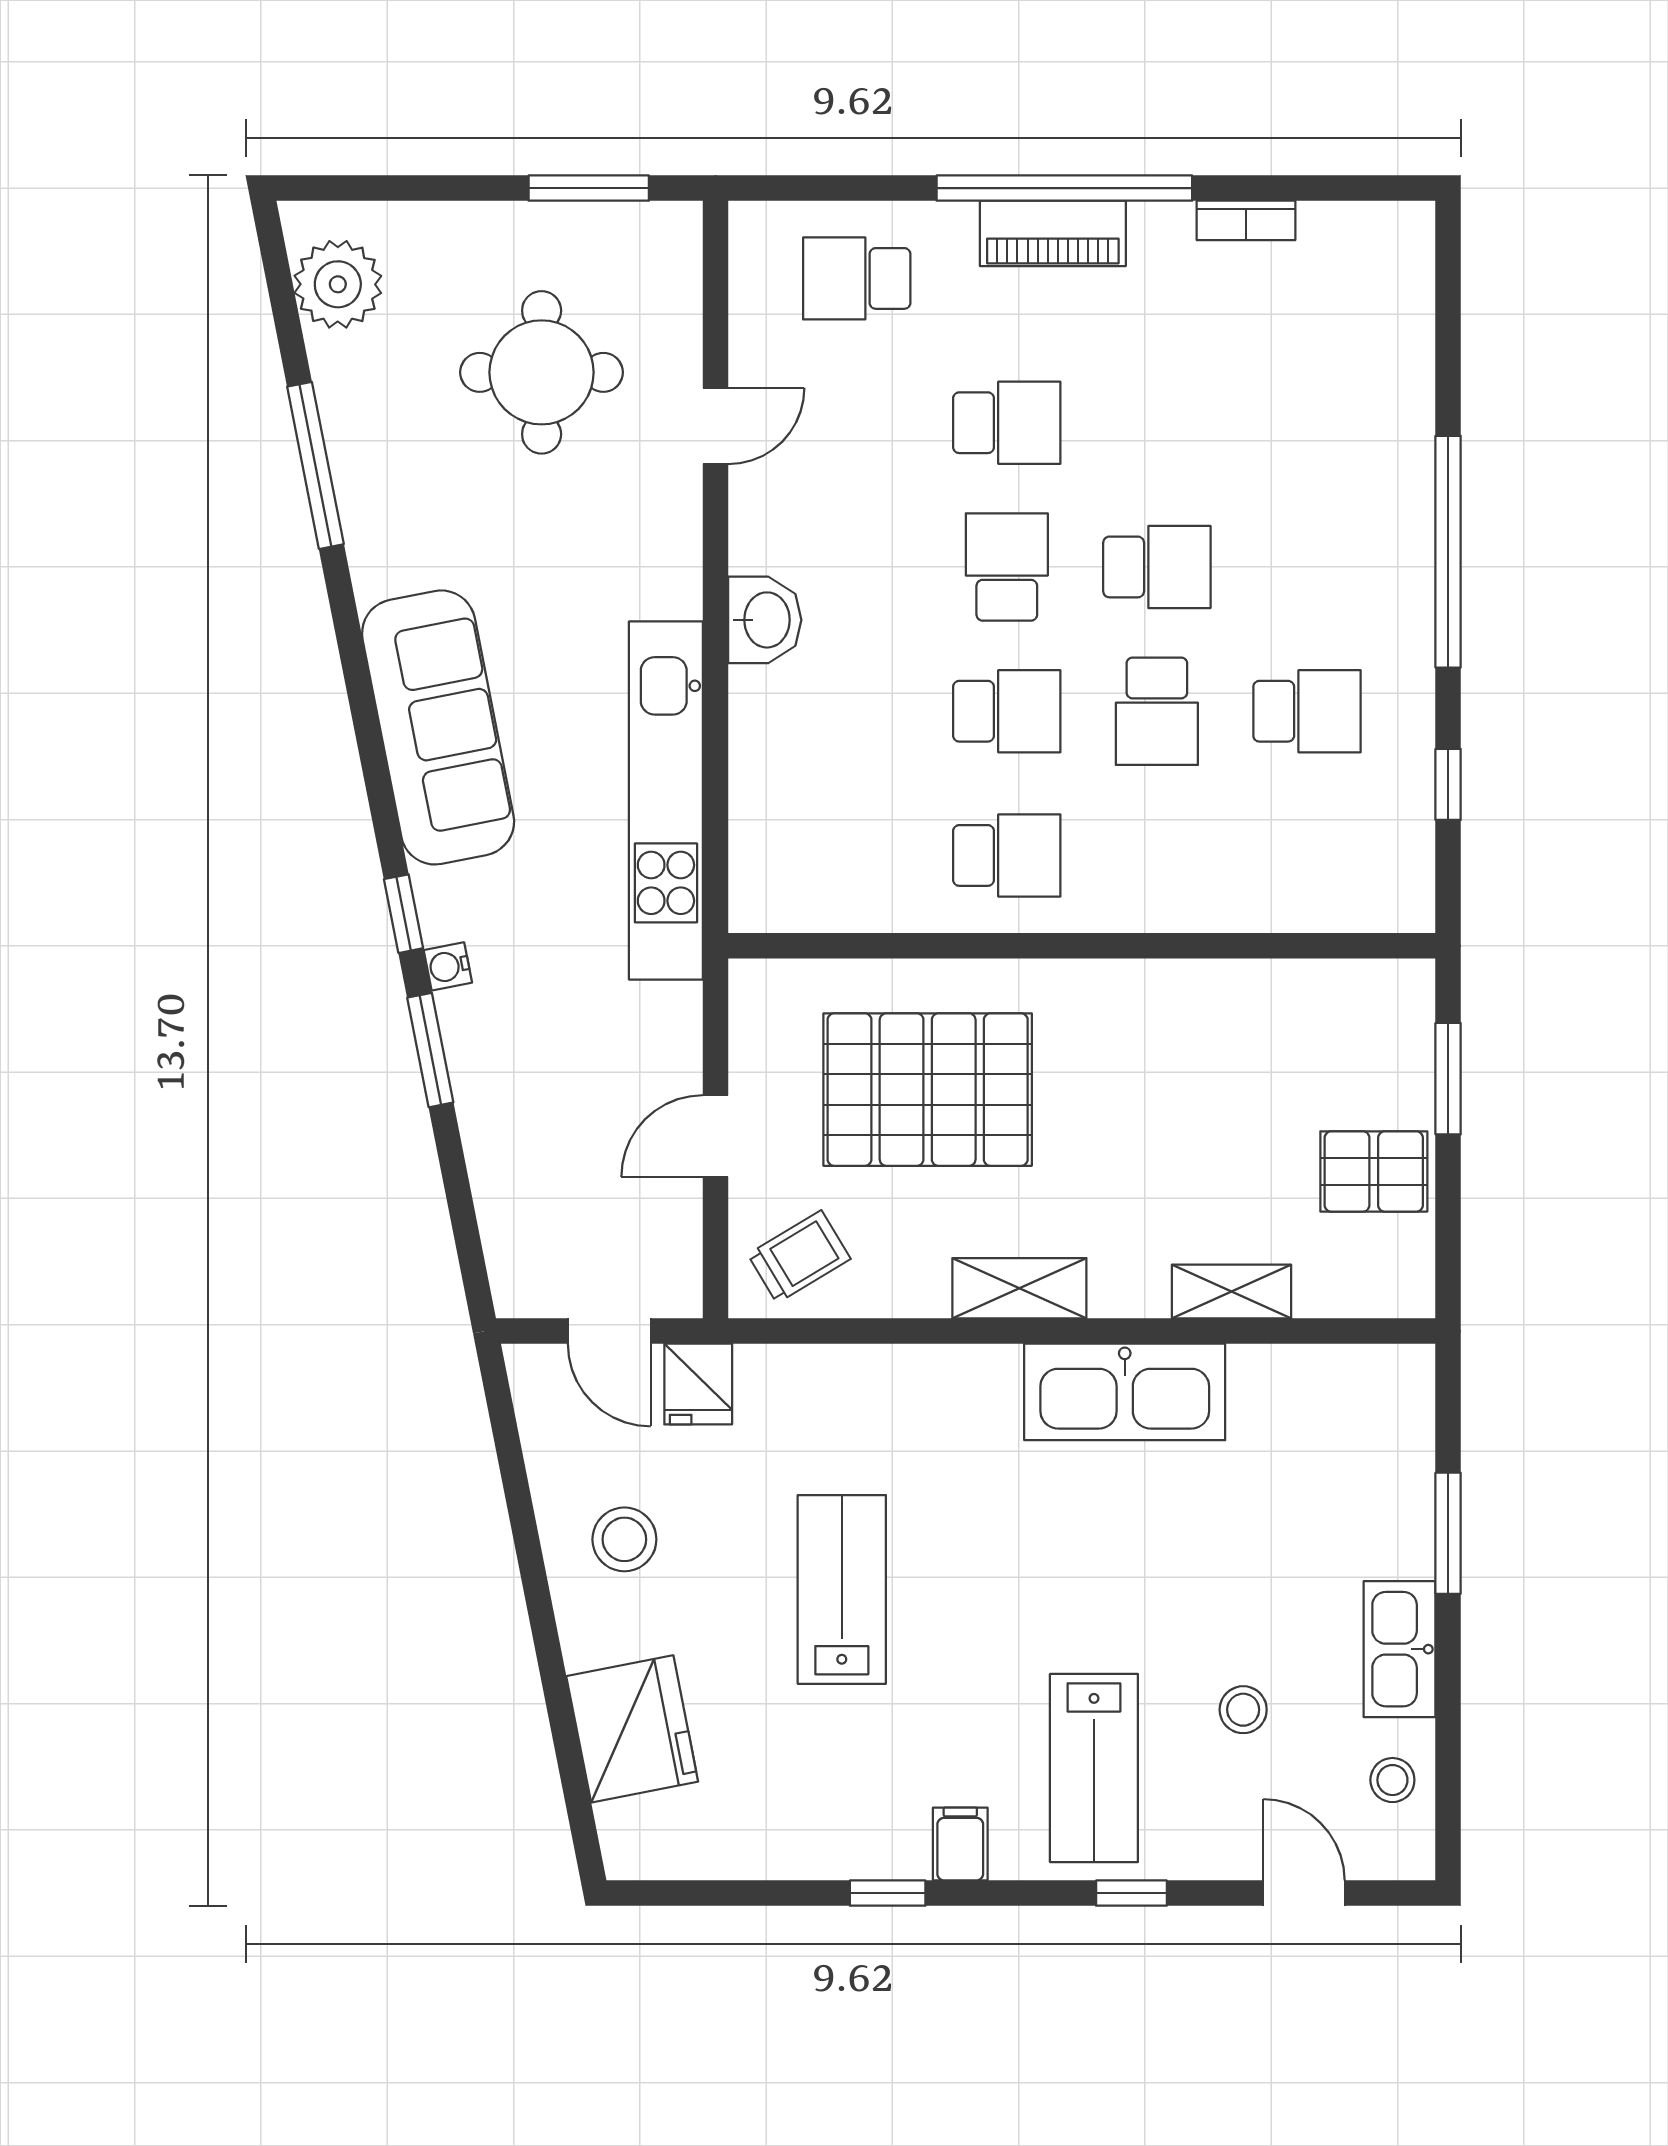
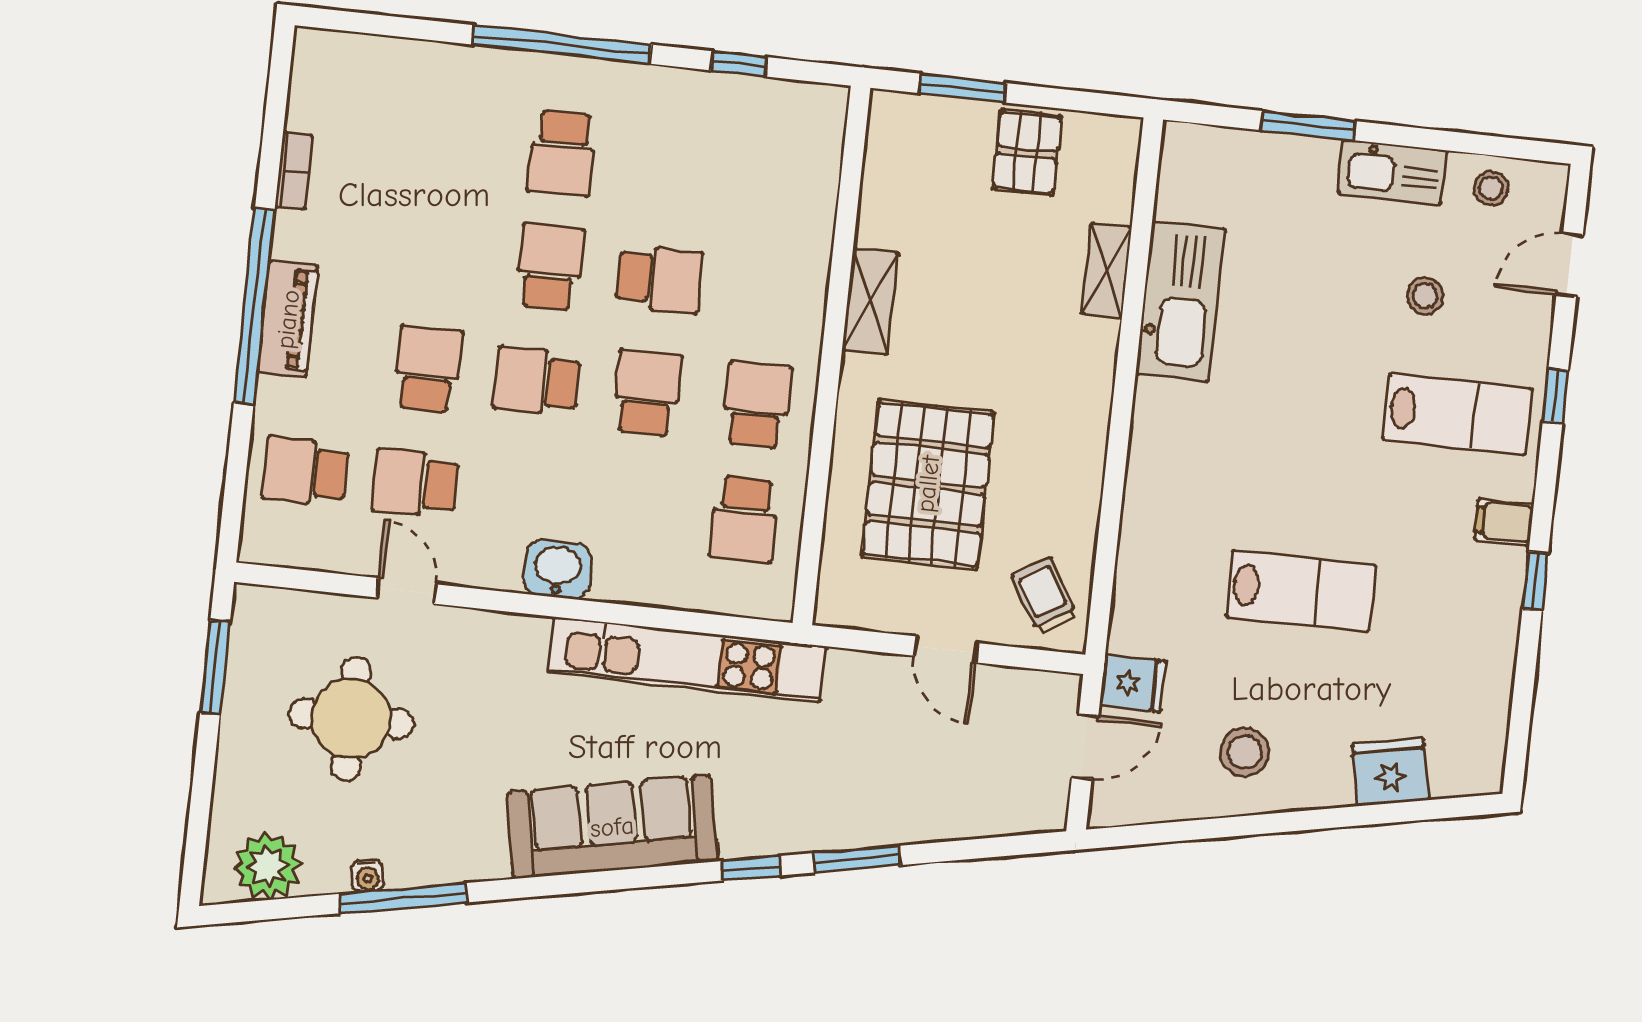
school desk: (857, 278) -> (306, 471), turned 90
school desk: (857, 423) -> (415, 483), added
school desk: (1307, 711) -> (562, 153), moved, turned 180
school desk: (857, 855) -> (744, 519), added
water cooler: (448, 966) -> (368, 876), moved
shelving: (1019, 1288) -> (870, 301), moved
kitchen sink: (1125, 1392) -> (1180, 301), moved
lab bench: (842, 1589) -> (1301, 591), turned 180
fridge: (632, 1729) -> (1390, 772), width x0.73, depth x0.75

